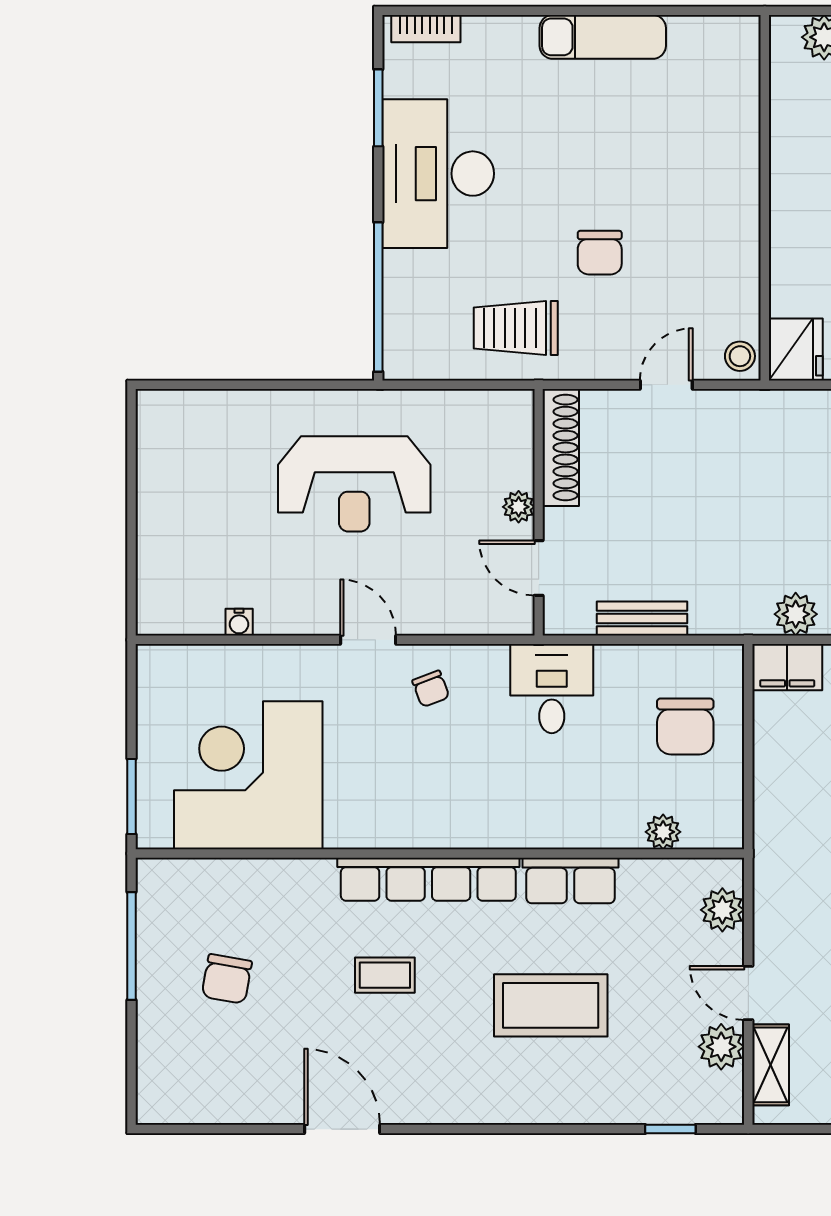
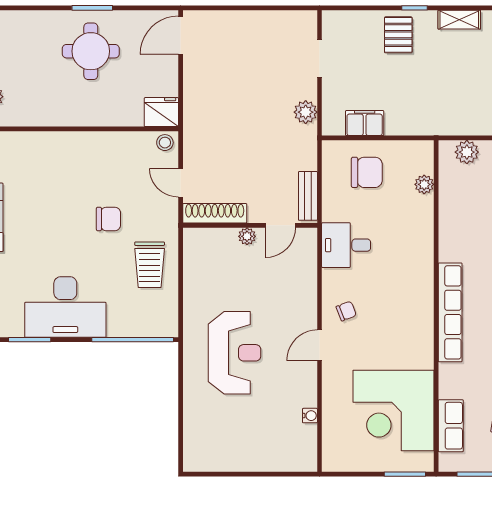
shoe rack: (561, 448) -> (215, 213), moved
plant: (519, 507) -> (247, 236), moved
wall: (539, 512) -> (250, 225), moved
door: (539, 568) -> (280, 225), moved
filing cabinet: (787, 667) -> (365, 123), moved, turned -90
row of seats: (571, 881) -> (451, 426), moved

